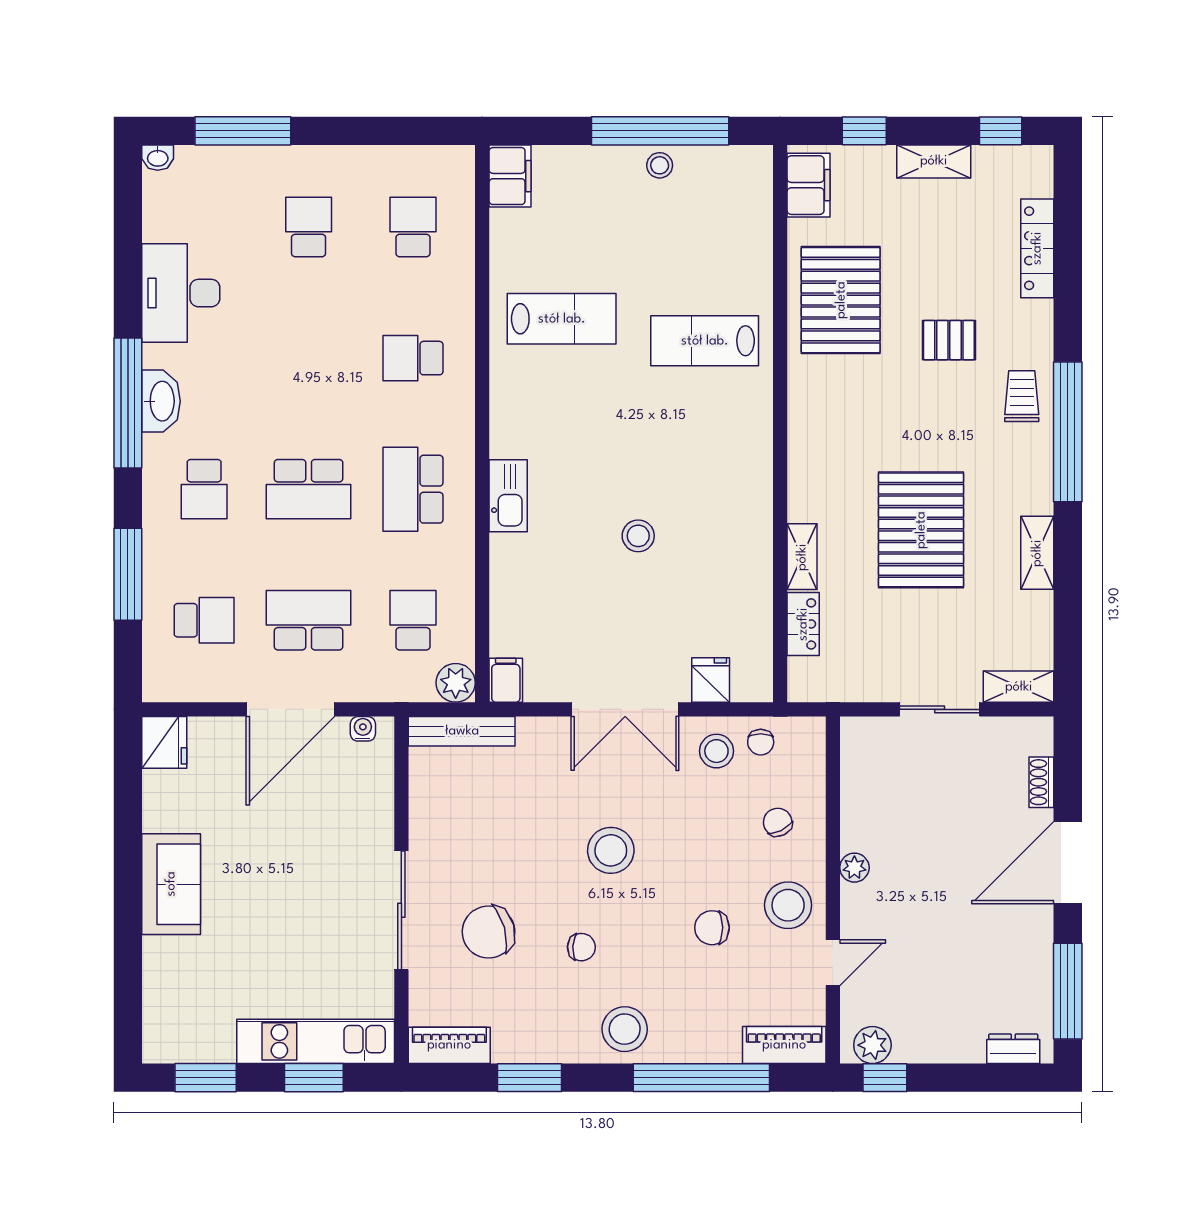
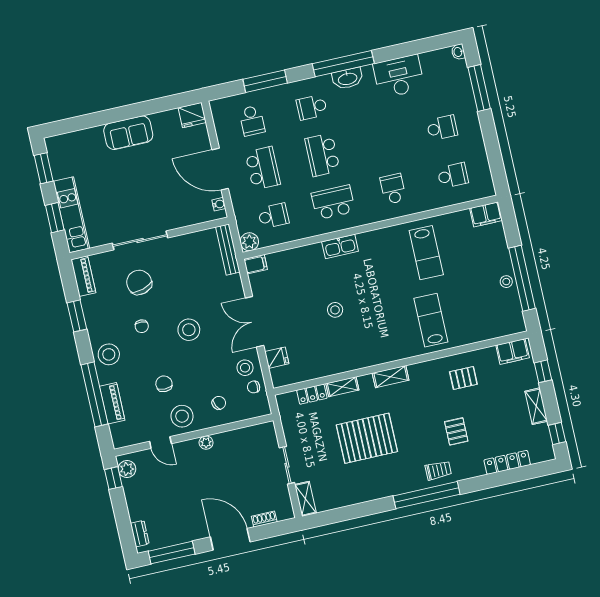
pallet: (841, 300) -> (463, 378), width x0.49, depth x0.50
shelving: (1037, 553) -> (391, 377), moved
piano: (784, 1045) -> (112, 403), moved

